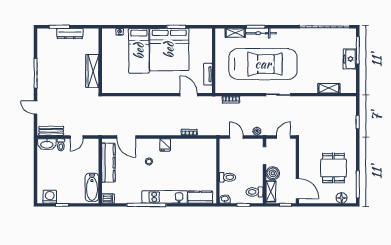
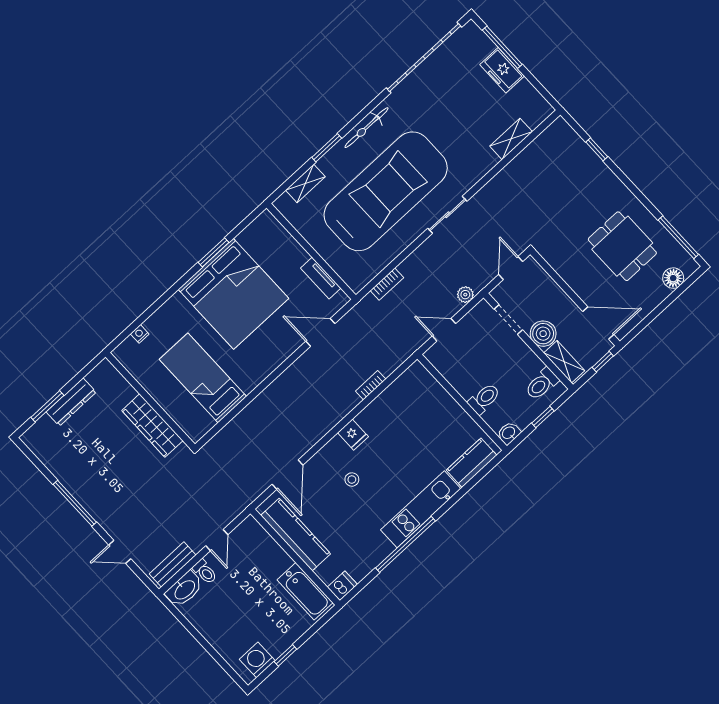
bicycle: (261, 33) -> (367, 128), moved
bed: (139, 51) -> (203, 378), moved, turned 180
door: (126, 137) -> (287, 475), hinge flipped

